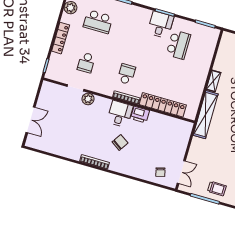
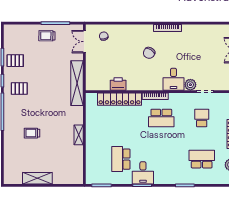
school desk: (126, 74) -> (161, 118), width x1.85
desk: (120, 114) -> (173, 79), moved
printer: (140, 115) -> (118, 84), moved
shelving: (206, 115) -> (77, 83), moved

